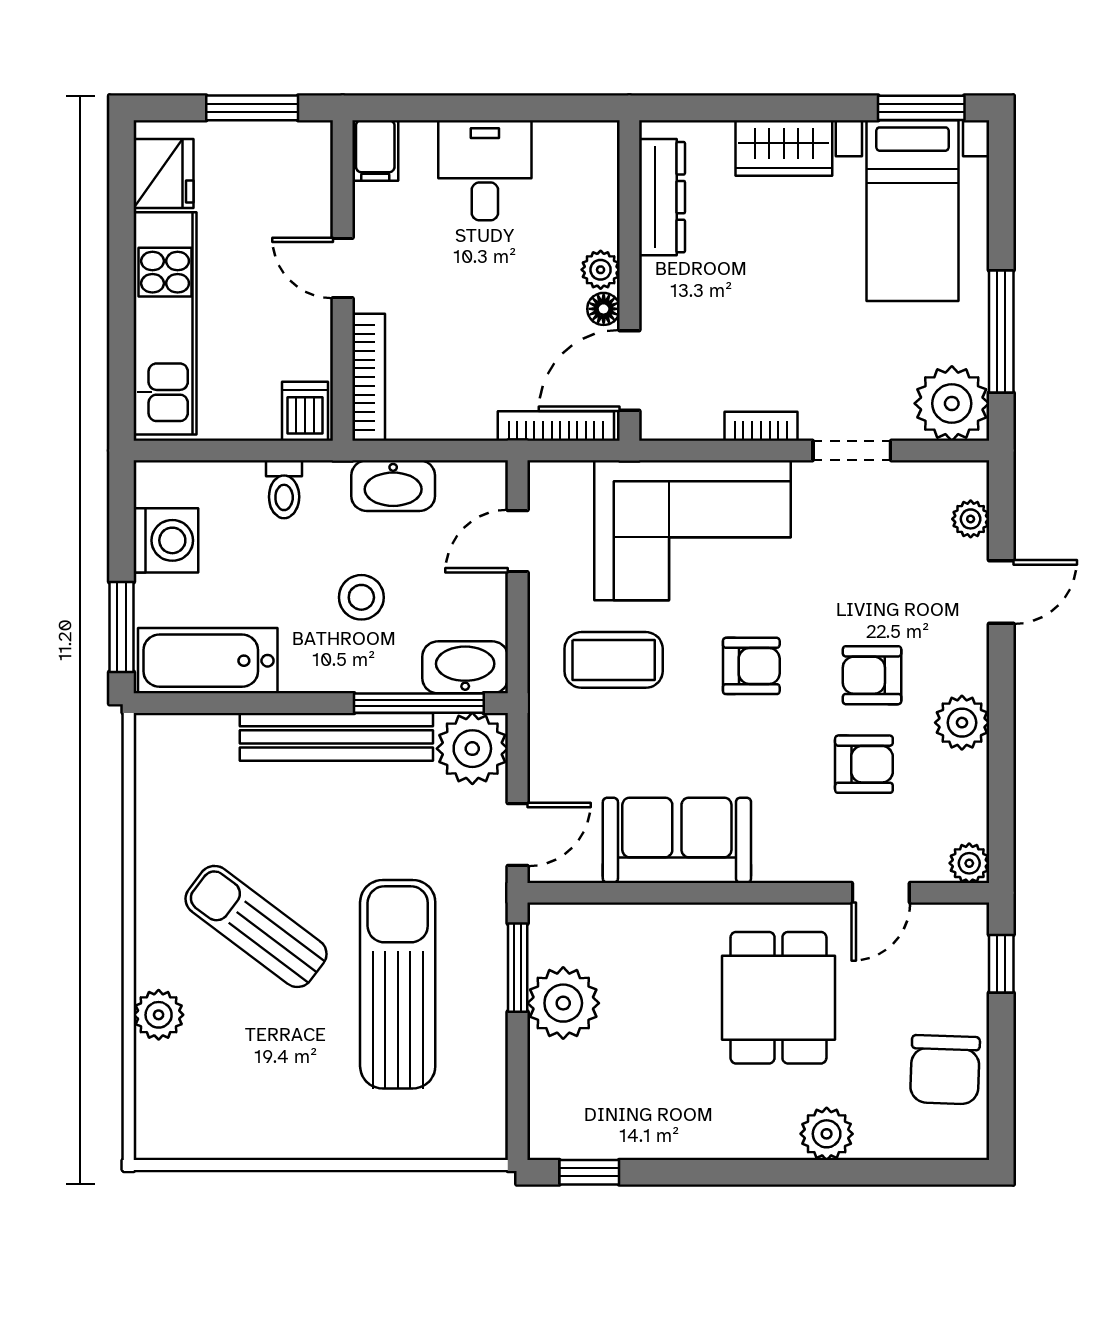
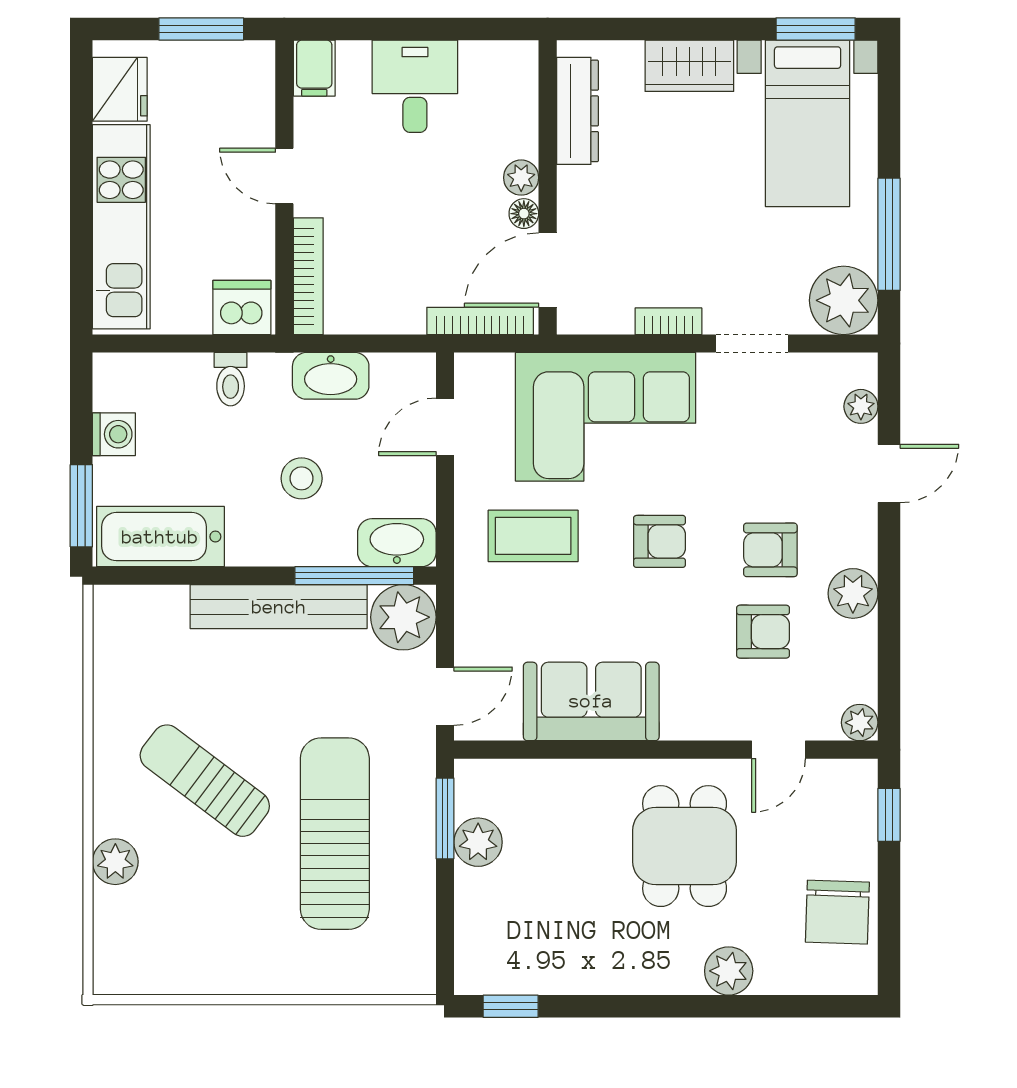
dishwasher: (305, 411) -> (242, 308), width x1.38
washing machine: (166, 540) -> (114, 434), width x0.73, depth x0.73
plant: (563, 1003) -> (478, 842), width x0.73, depth x0.73

